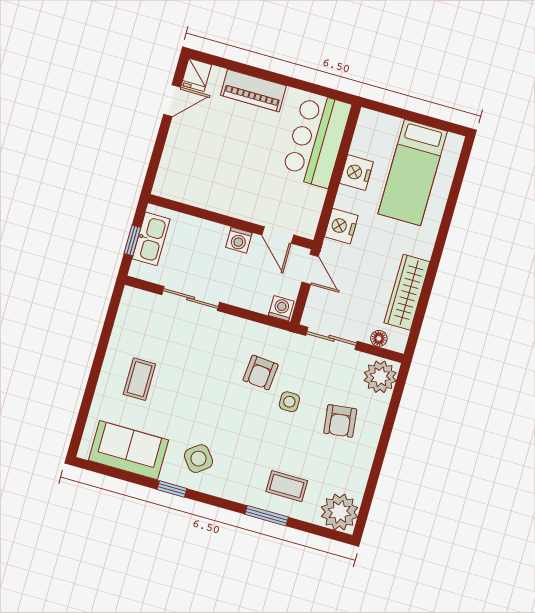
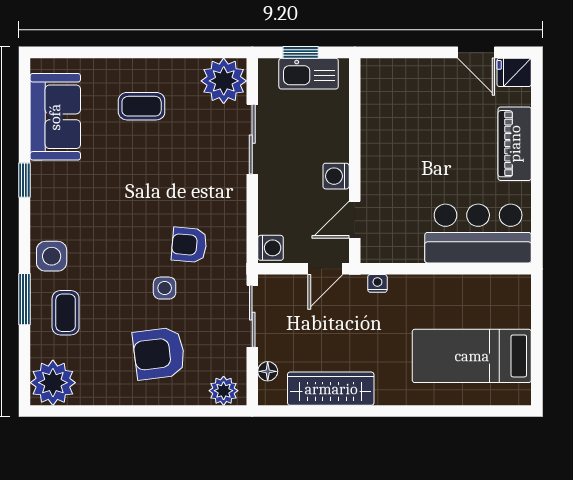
nightstand: (356, 173) -> (453, 291), removed
nightstand: (341, 226) -> (377, 283), width x0.53, depth x0.56
plant: (138, 308) -> (224, 81), added
plant: (380, 377) -> (224, 391), width x0.73, depth x0.73
armchair: (340, 421) -> (159, 353), width x1.38, depth x1.38
side table: (198, 459) -> (52, 256), moved, turned 38

